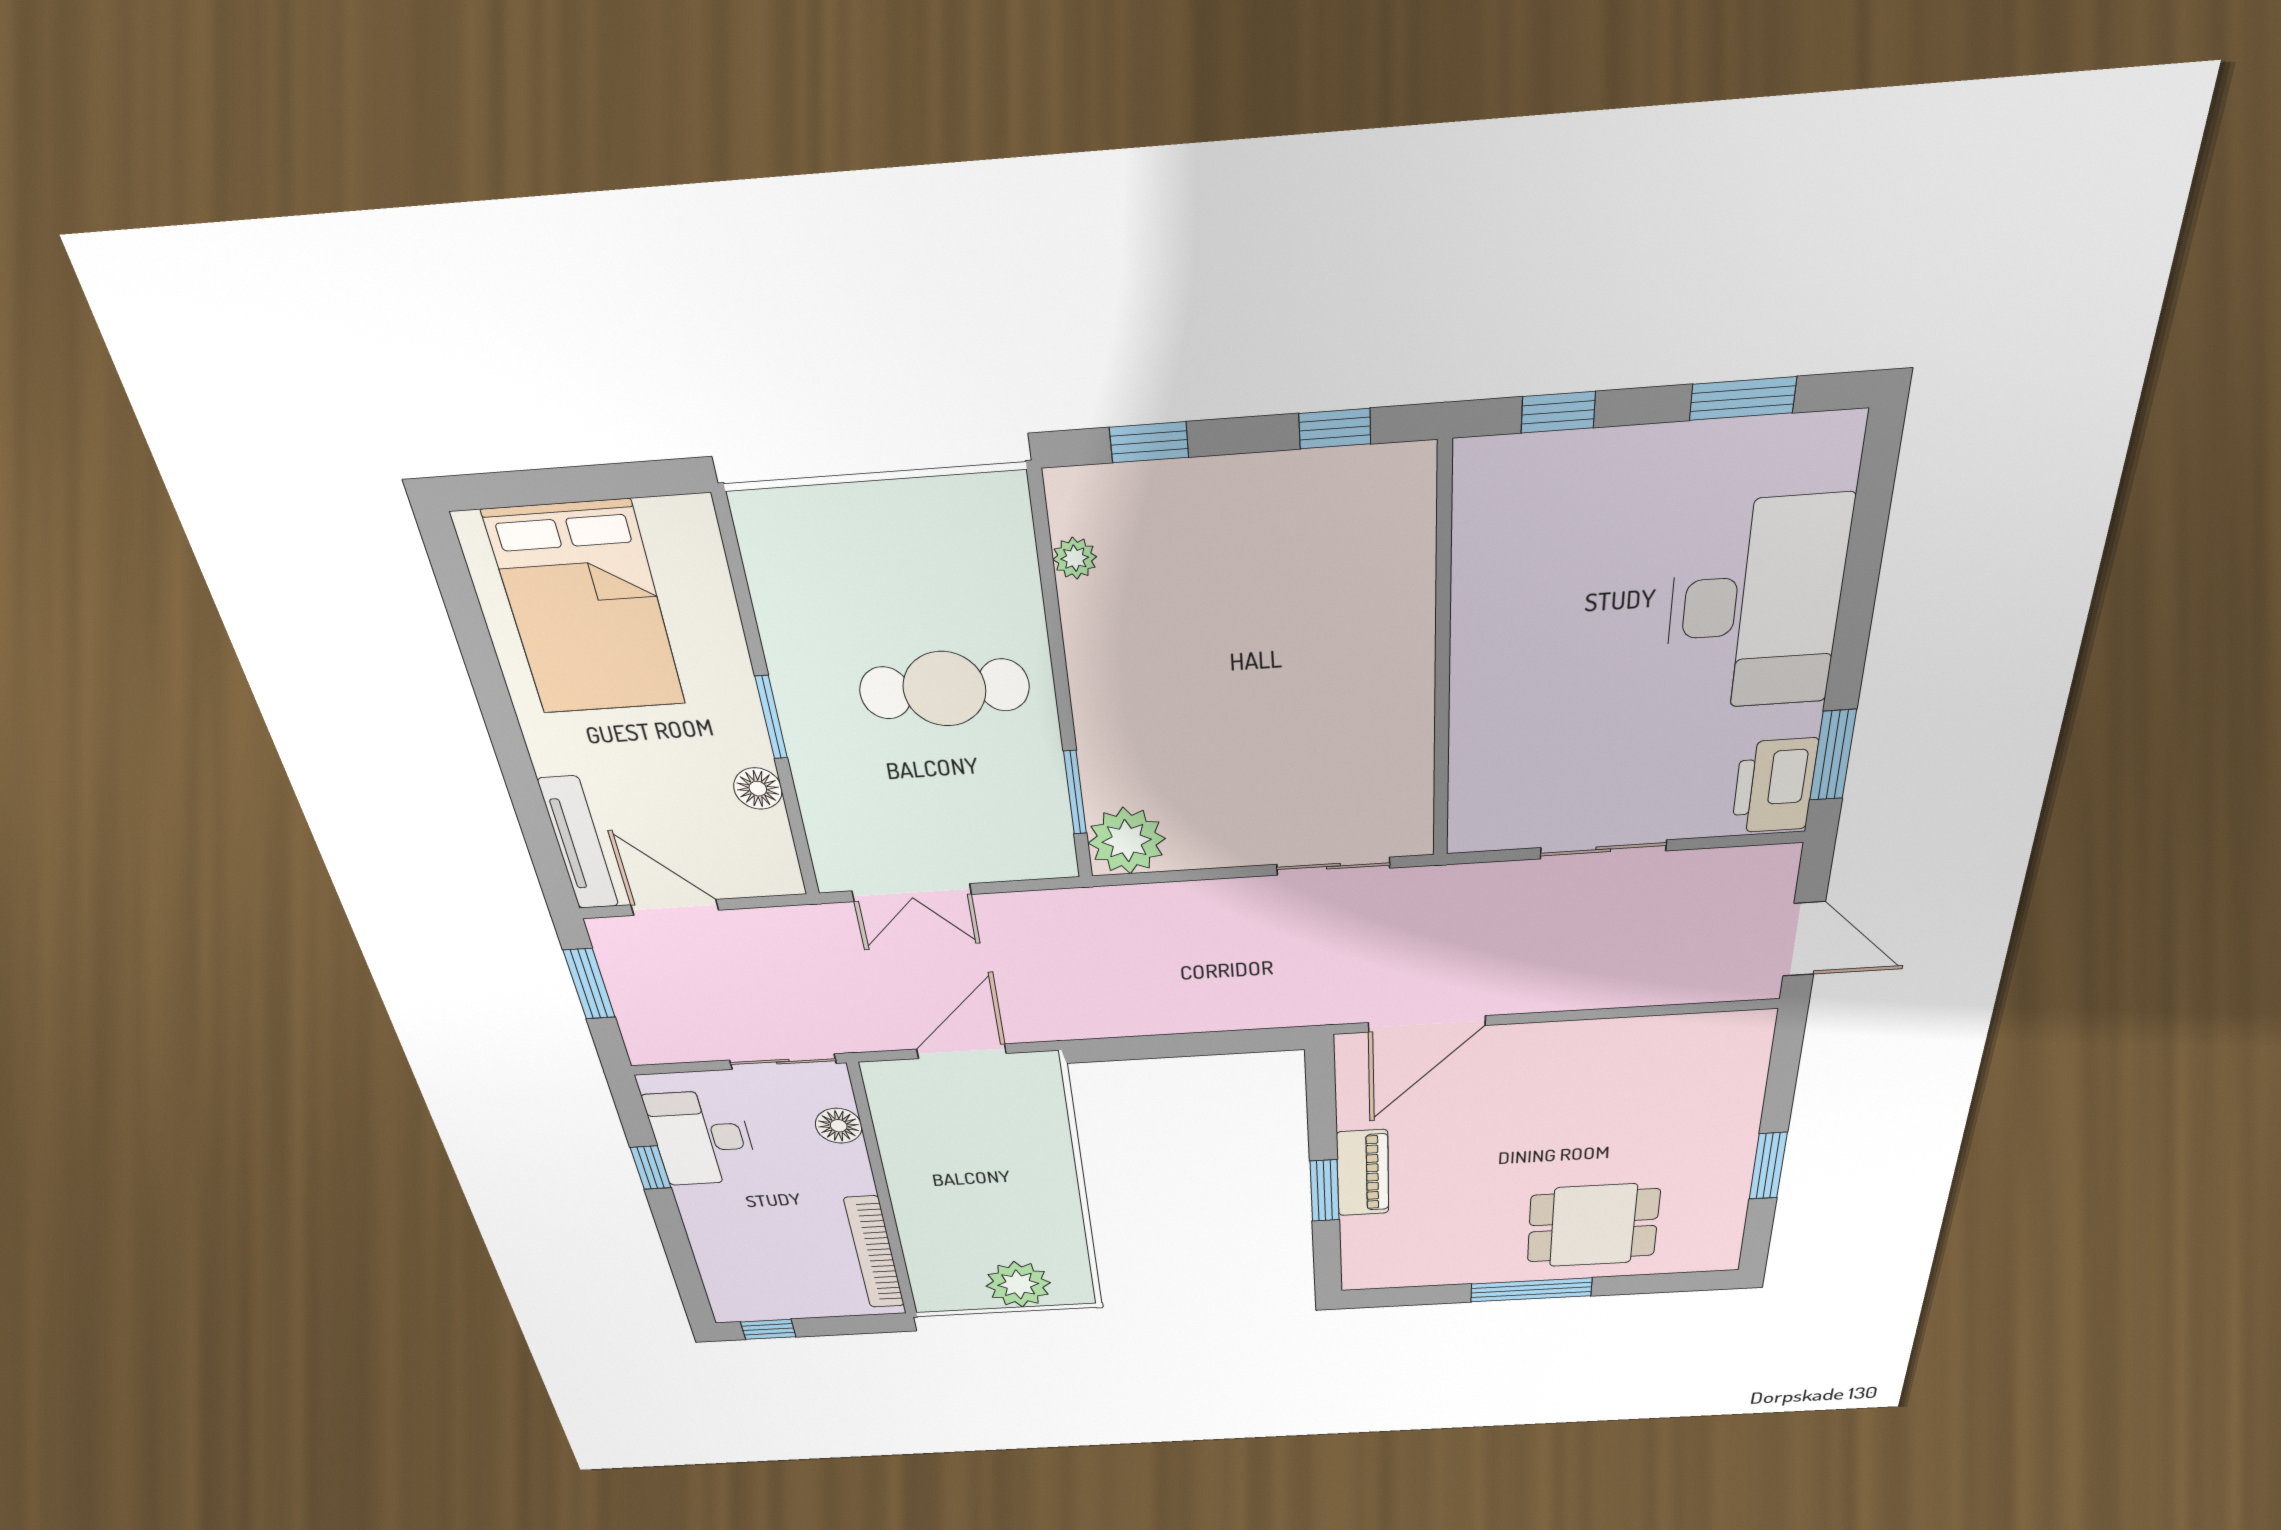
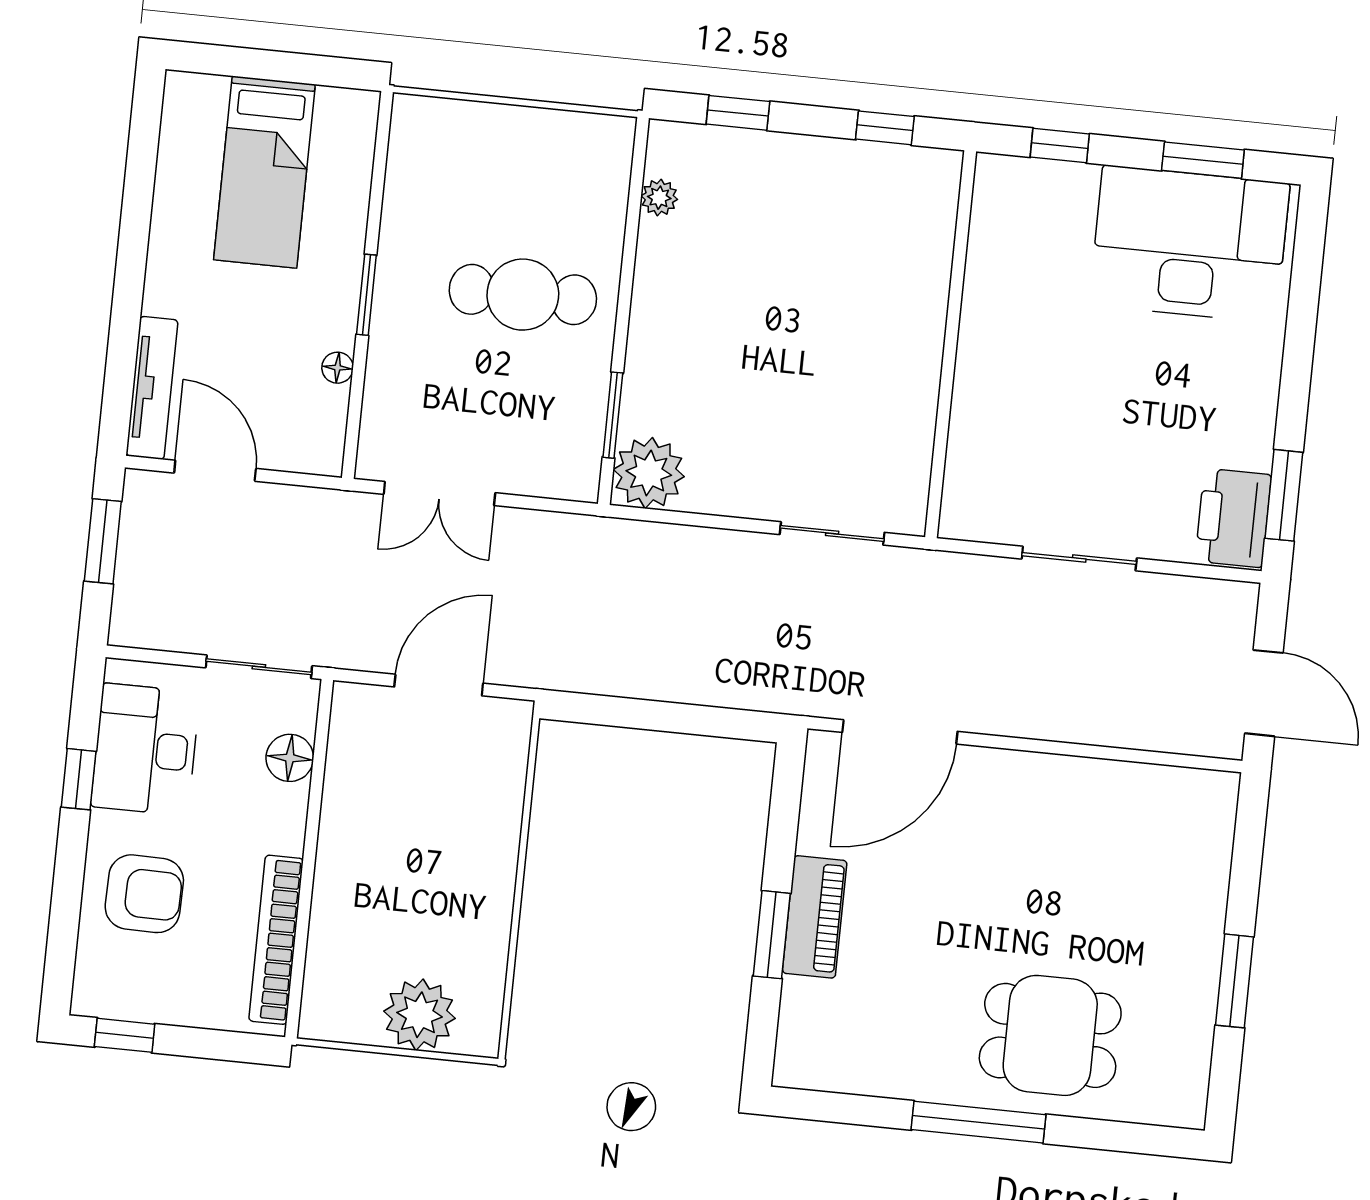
desk: (1755, 605) -> (1189, 244), moved, turned -90
bed: (586, 609) -> (264, 172), width x0.67
floor lamp: (758, 789) -> (338, 368), width x0.73, depth x0.73
armchair: (745, 1238) -> (144, 894), added

